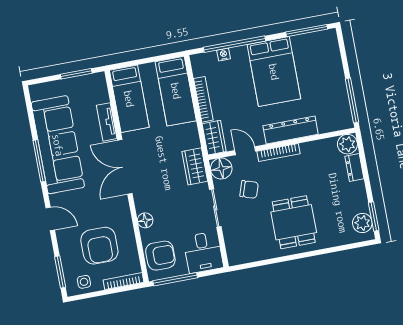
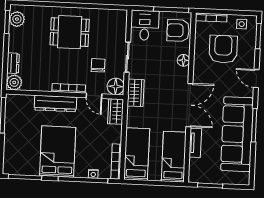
bookcase: (203, 99) -> (116, 162), moved
chair: (249, 189) -> (98, 65), turned 72
dining table: (294, 222) -> (70, 32), turned 90

